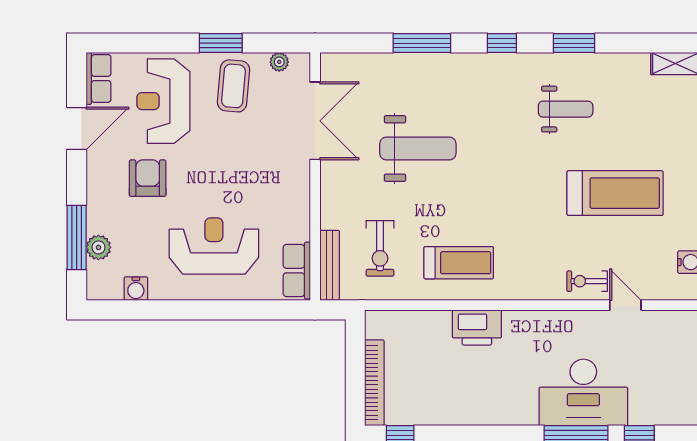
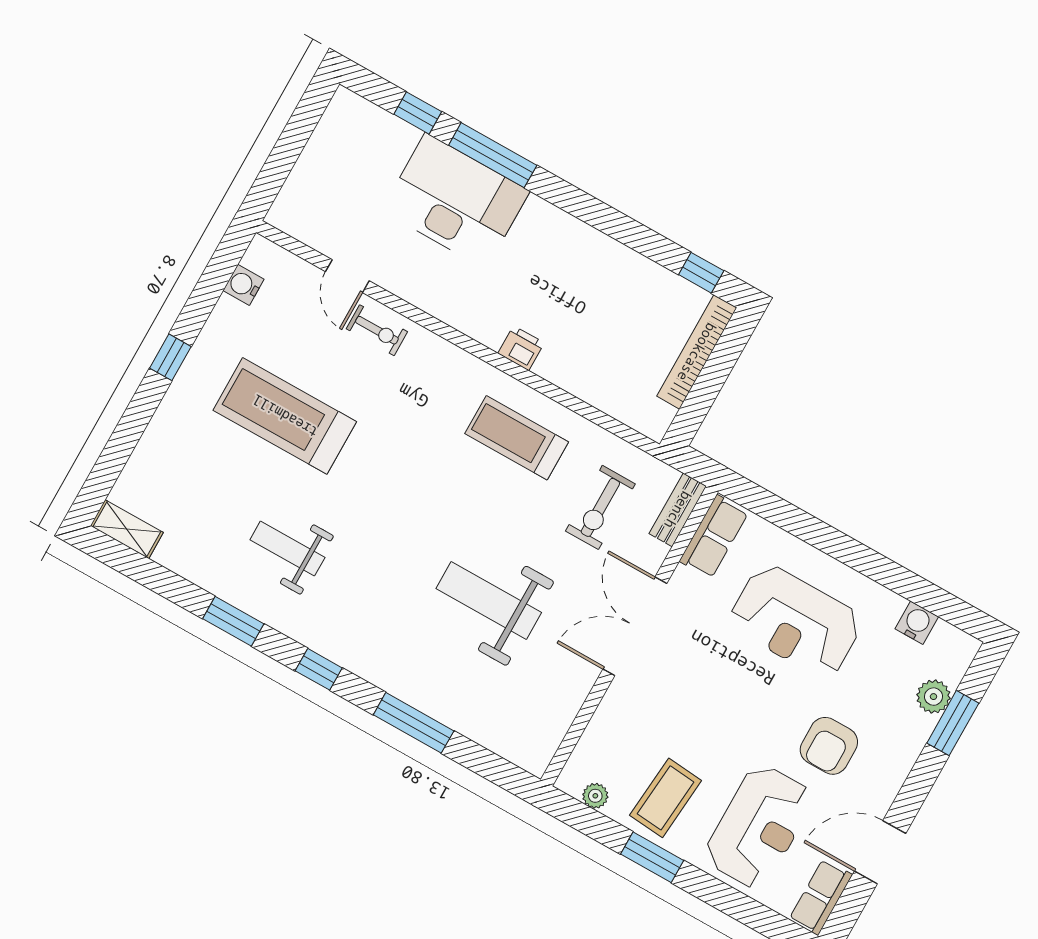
double door: (315, 121) -> (635, 626), moved
window: (77, 237) -> (953, 723), width x0.69
exercise bike: (380, 248) -> (600, 507), turned 180
bench: (330, 265) -> (678, 510), width x0.73
printer: (477, 327) -> (521, 348), width x0.53, depth x0.68

